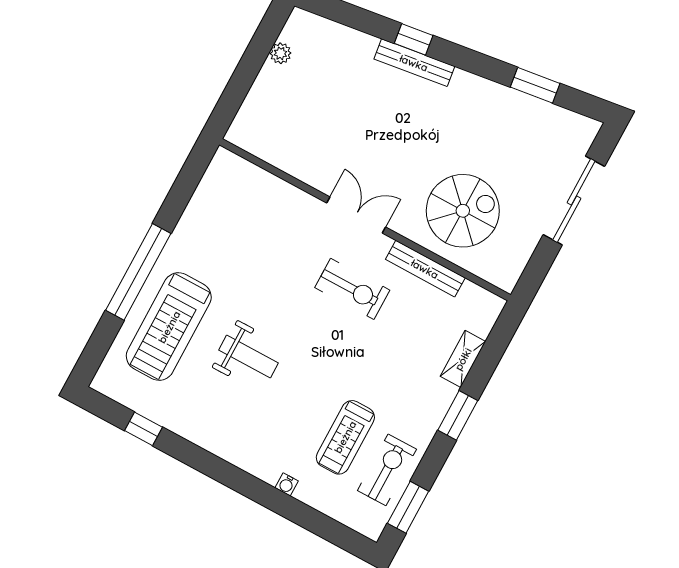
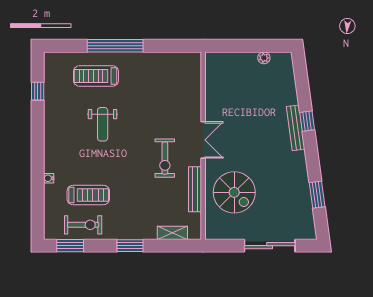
treadmill: (169, 327) -> (96, 76), width x0.73, depth x0.73
shelving: (463, 359) -> (172, 233), moved
treadmill: (345, 437) -> (88, 195), turned 180

